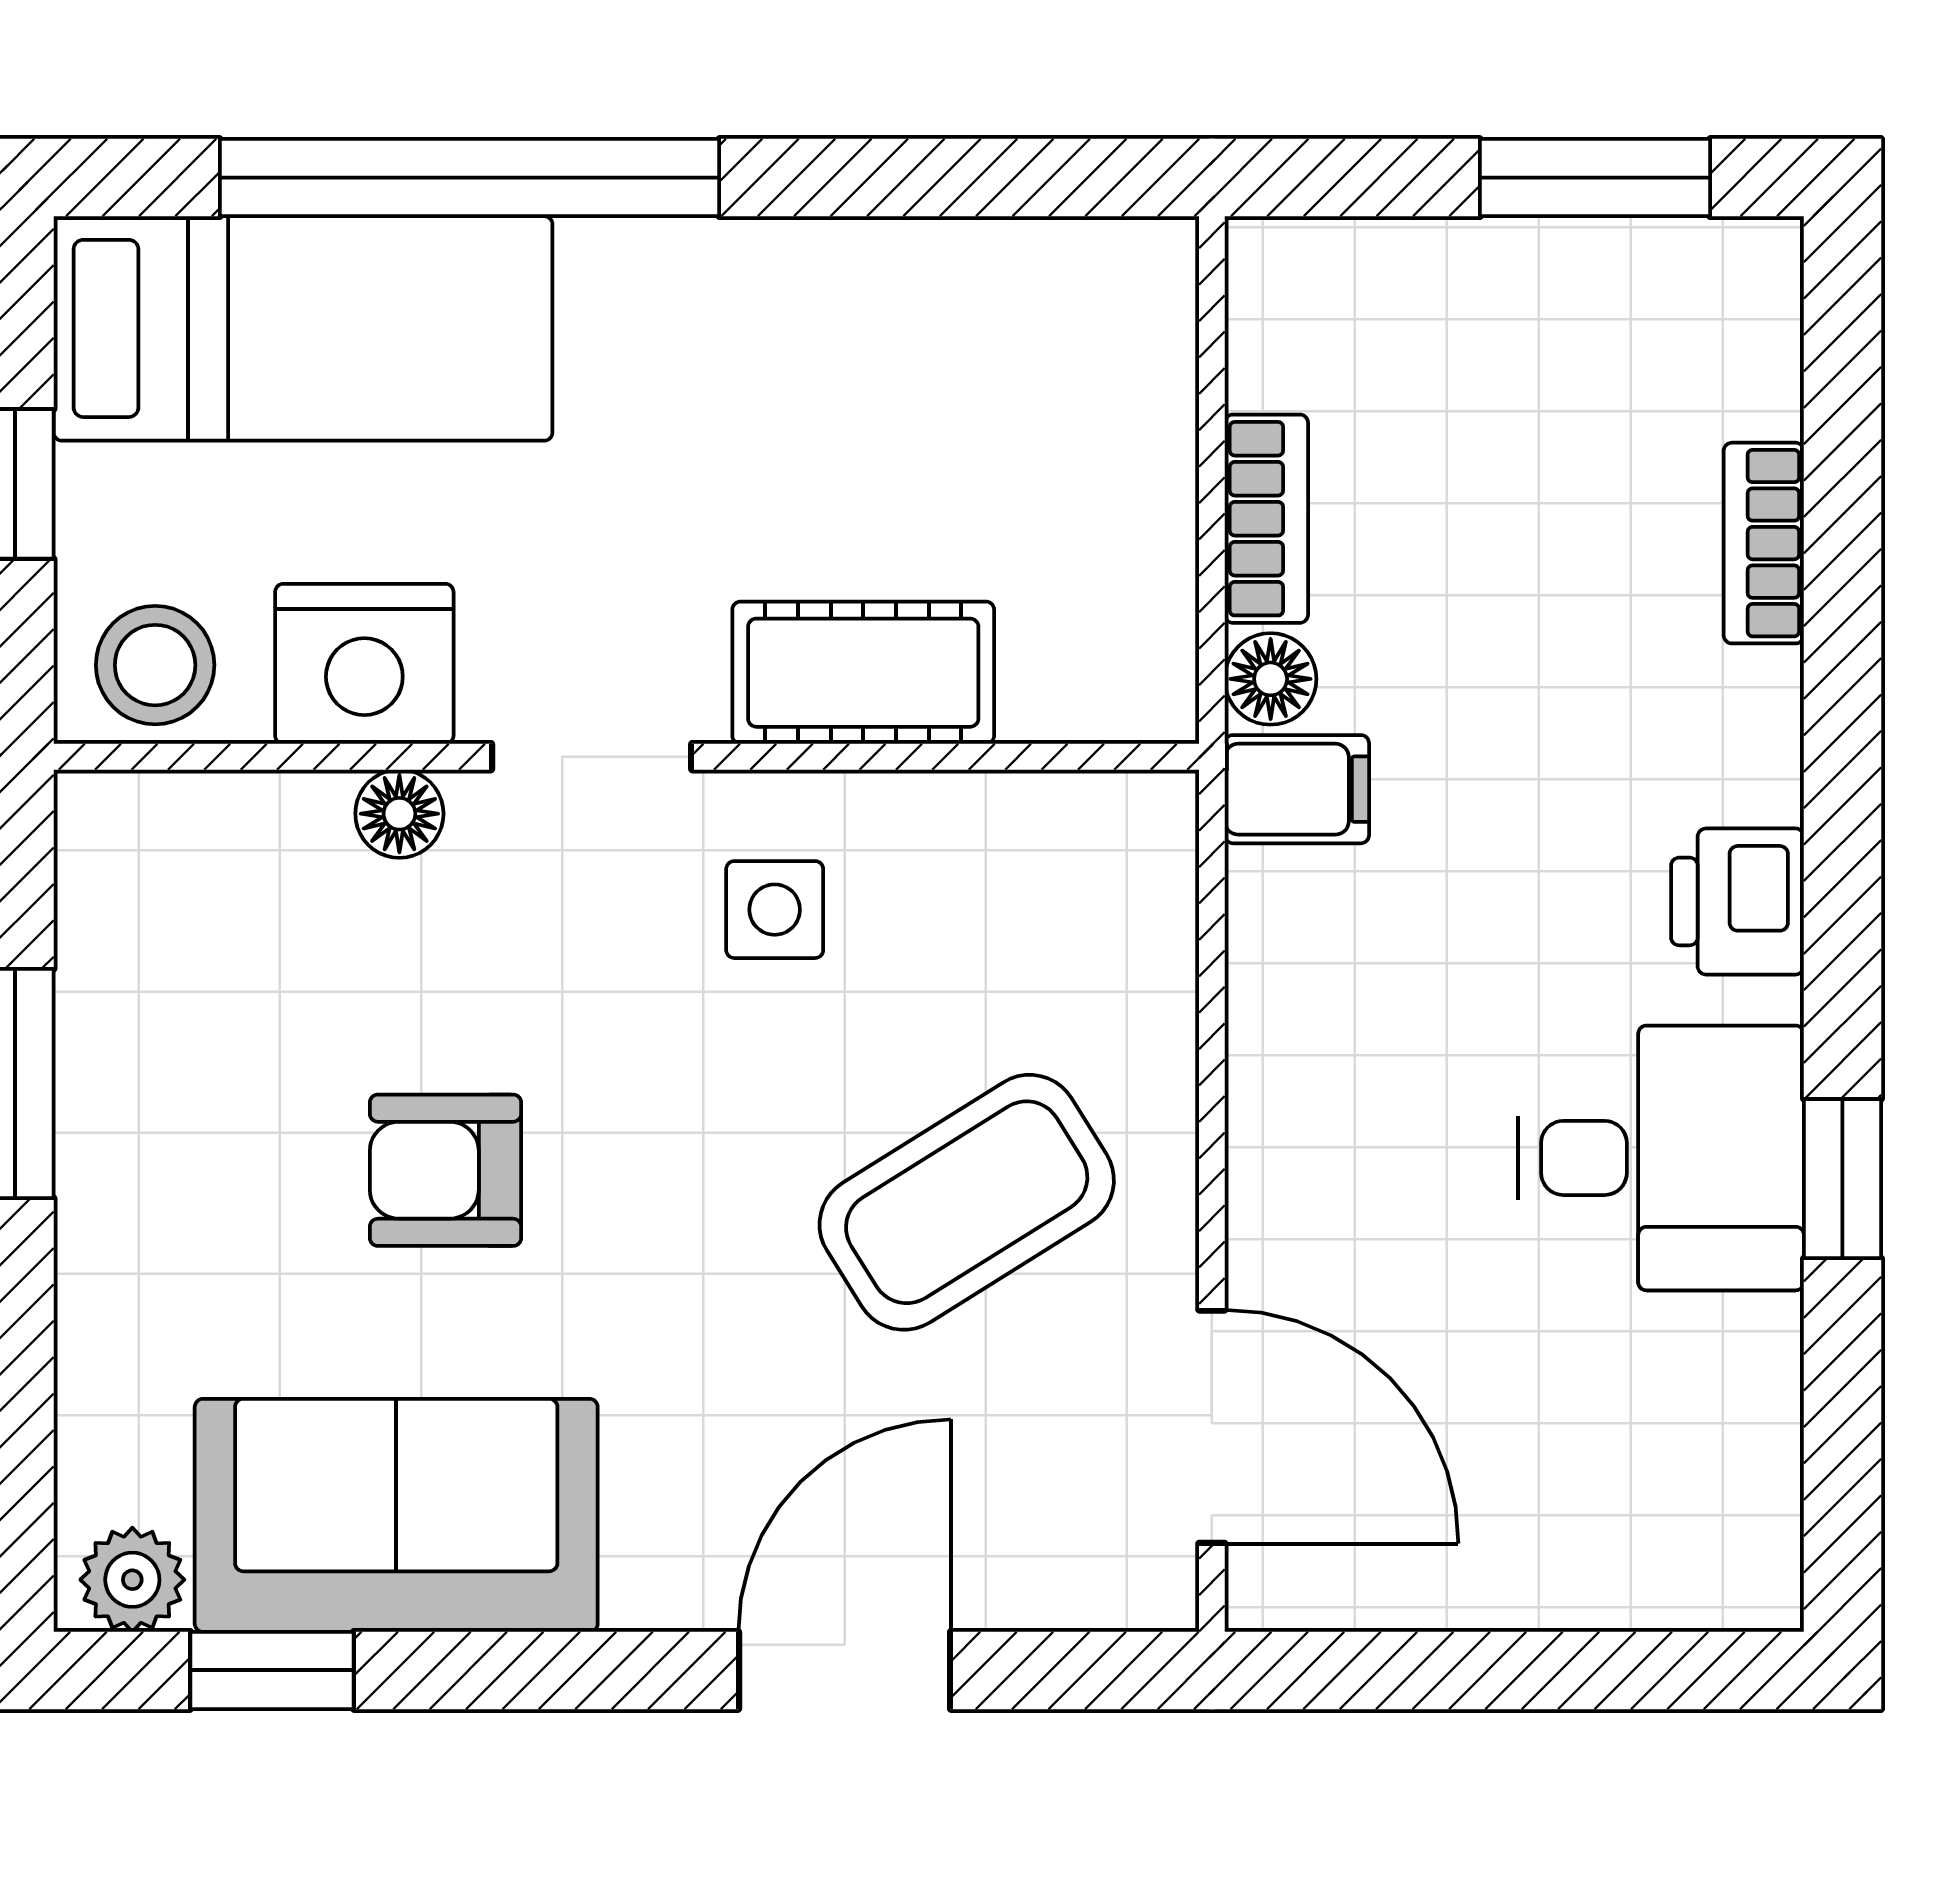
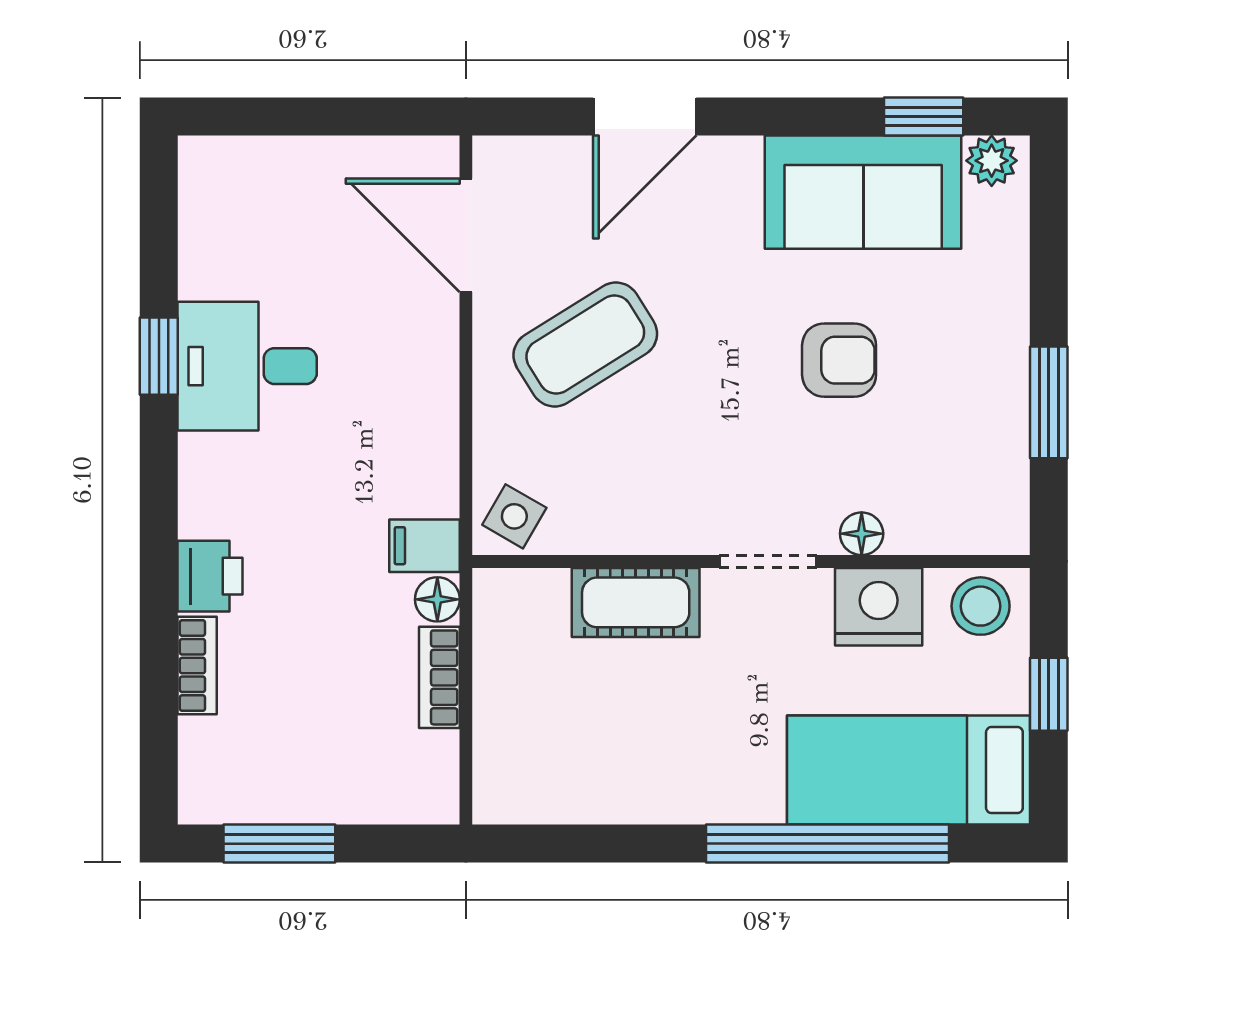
printer: (1737, 901) -> (210, 576), moved
side table: (775, 910) -> (514, 516), moved, turned 30

